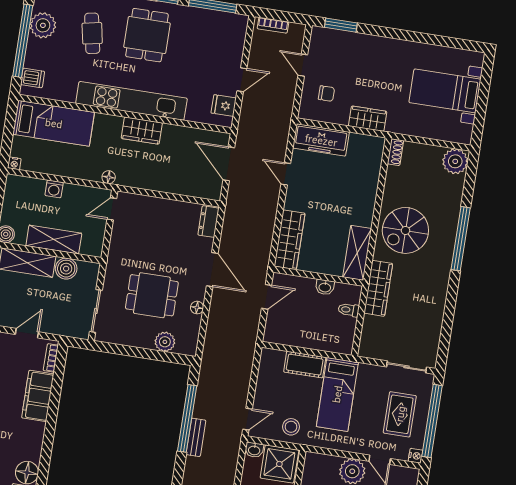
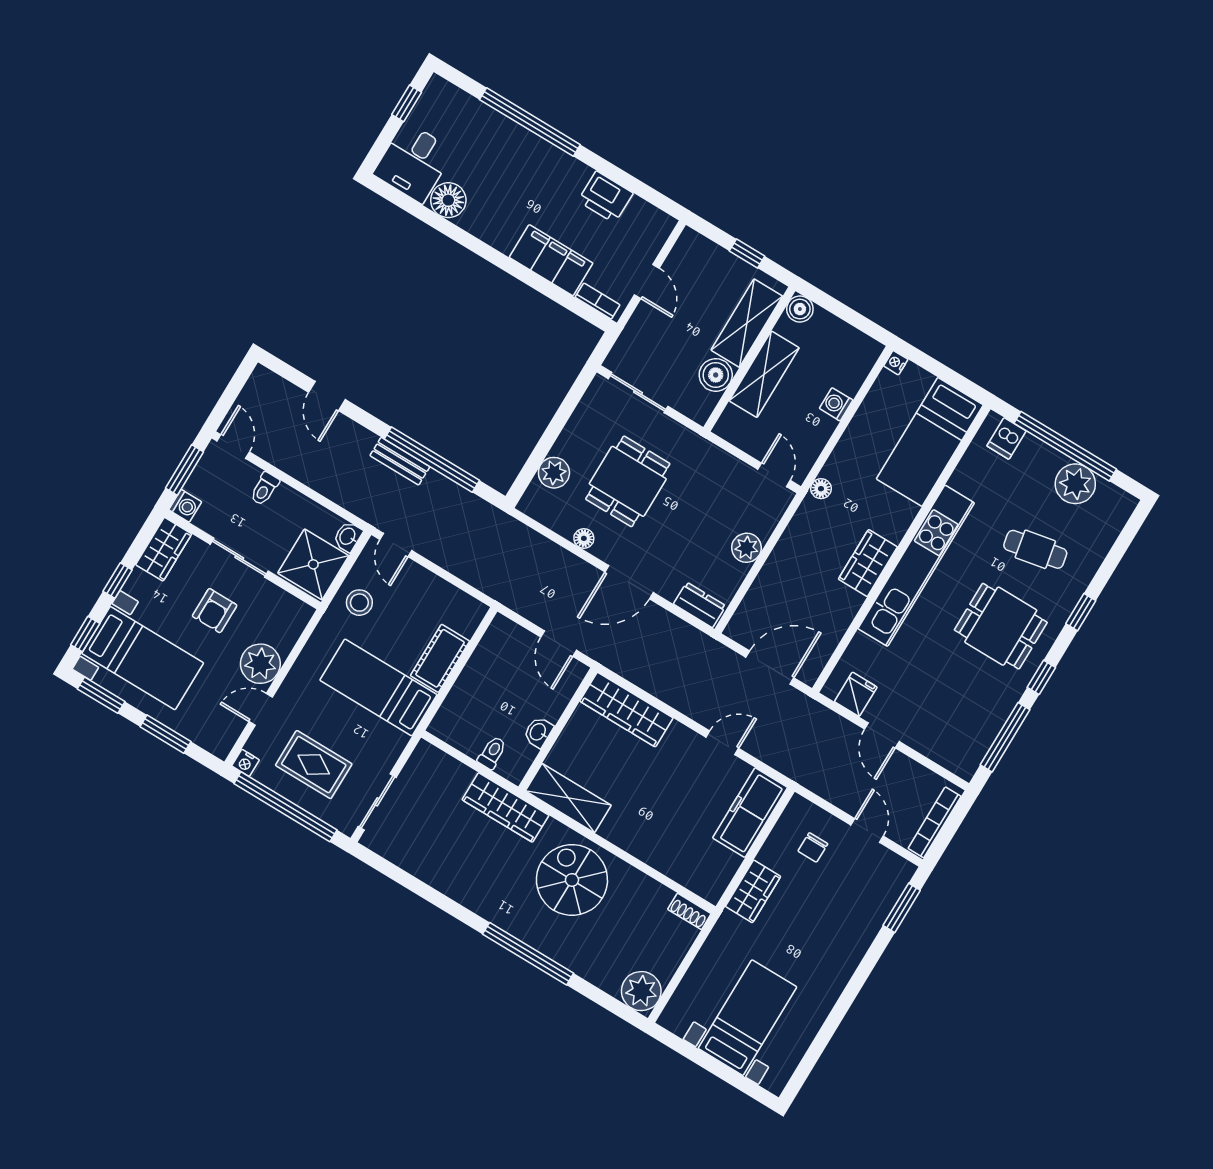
bookcase: (273, 25) -> (935, 822), width x1.56
door: (303, 65) -> (867, 830), hinge flipped
plant: (163, 207) -> (746, 548), added

